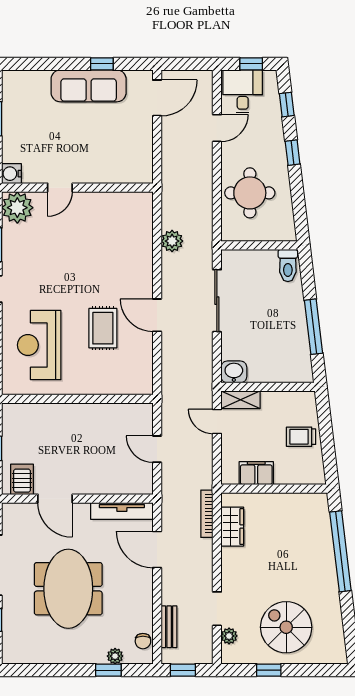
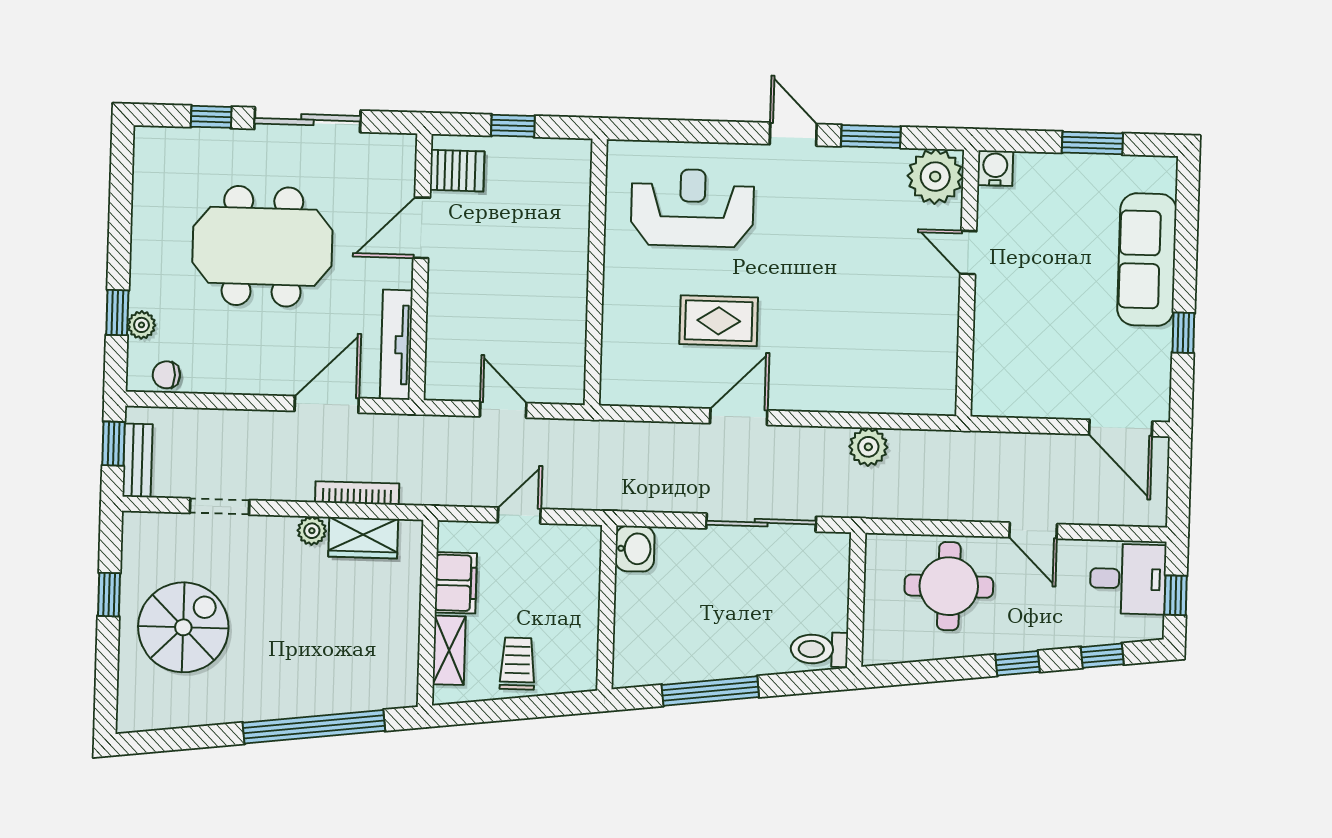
sofa: (89, 86) -> (1147, 260), moved
door: (217, 128) -> (1033, 531), moved
shelving: (240, 400) -> (449, 650), moved
door: (217, 421) -> (519, 515), moved
door: (157, 449) -> (503, 410), hinge flipped
bookcase: (207, 514) -> (357, 493), moved
bench: (169, 627) -> (137, 460), moved, turned 90
plant: (229, 636) -> (312, 531), moved

